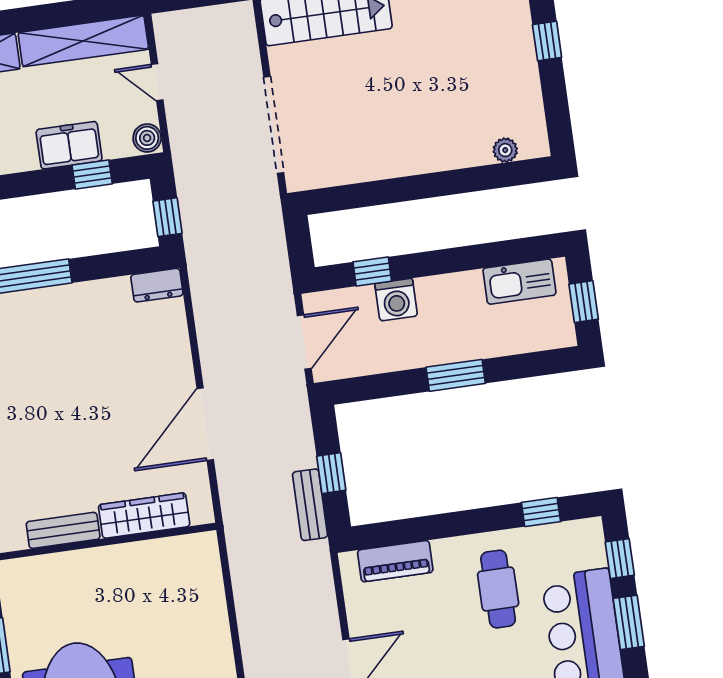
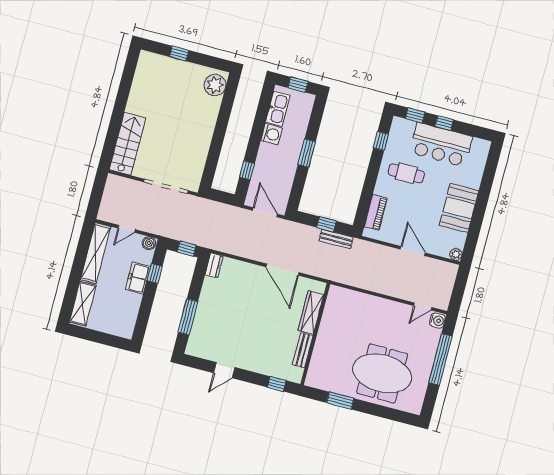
plant: (505, 150) -> (215, 85), width x1.88, depth x1.88
washing machine: (396, 300) -> (271, 134), moved
window: (629, 622) -> (444, 123), width x0.67

